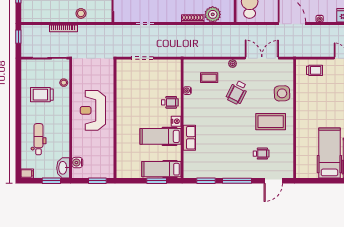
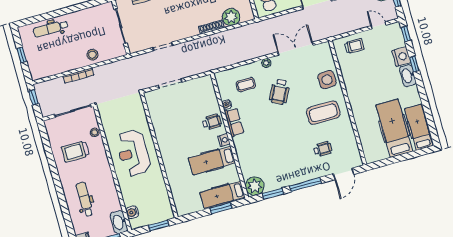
row of seats: (189, 138) -> (234, 122), moved
plant: (192, 169) -> (255, 186), added

